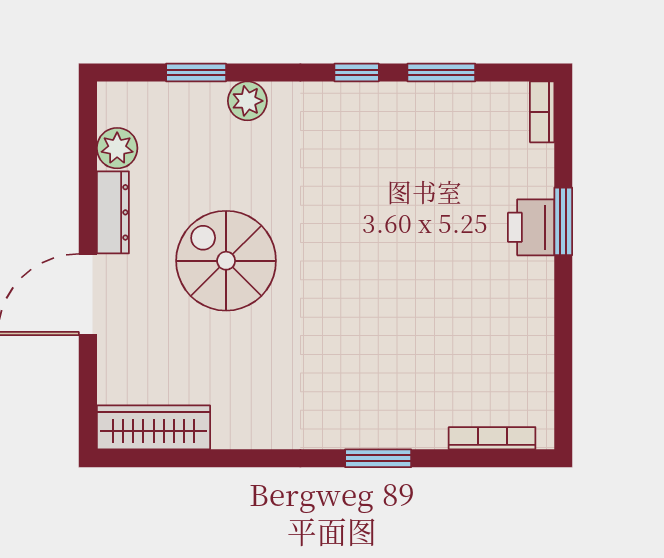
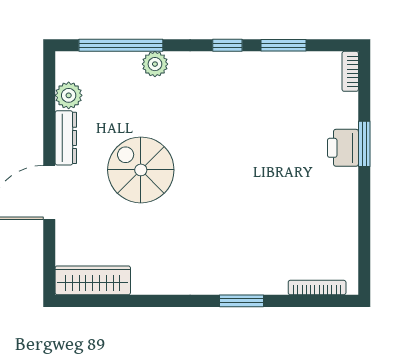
window: (196, 72) -> (121, 45), width x2.11

